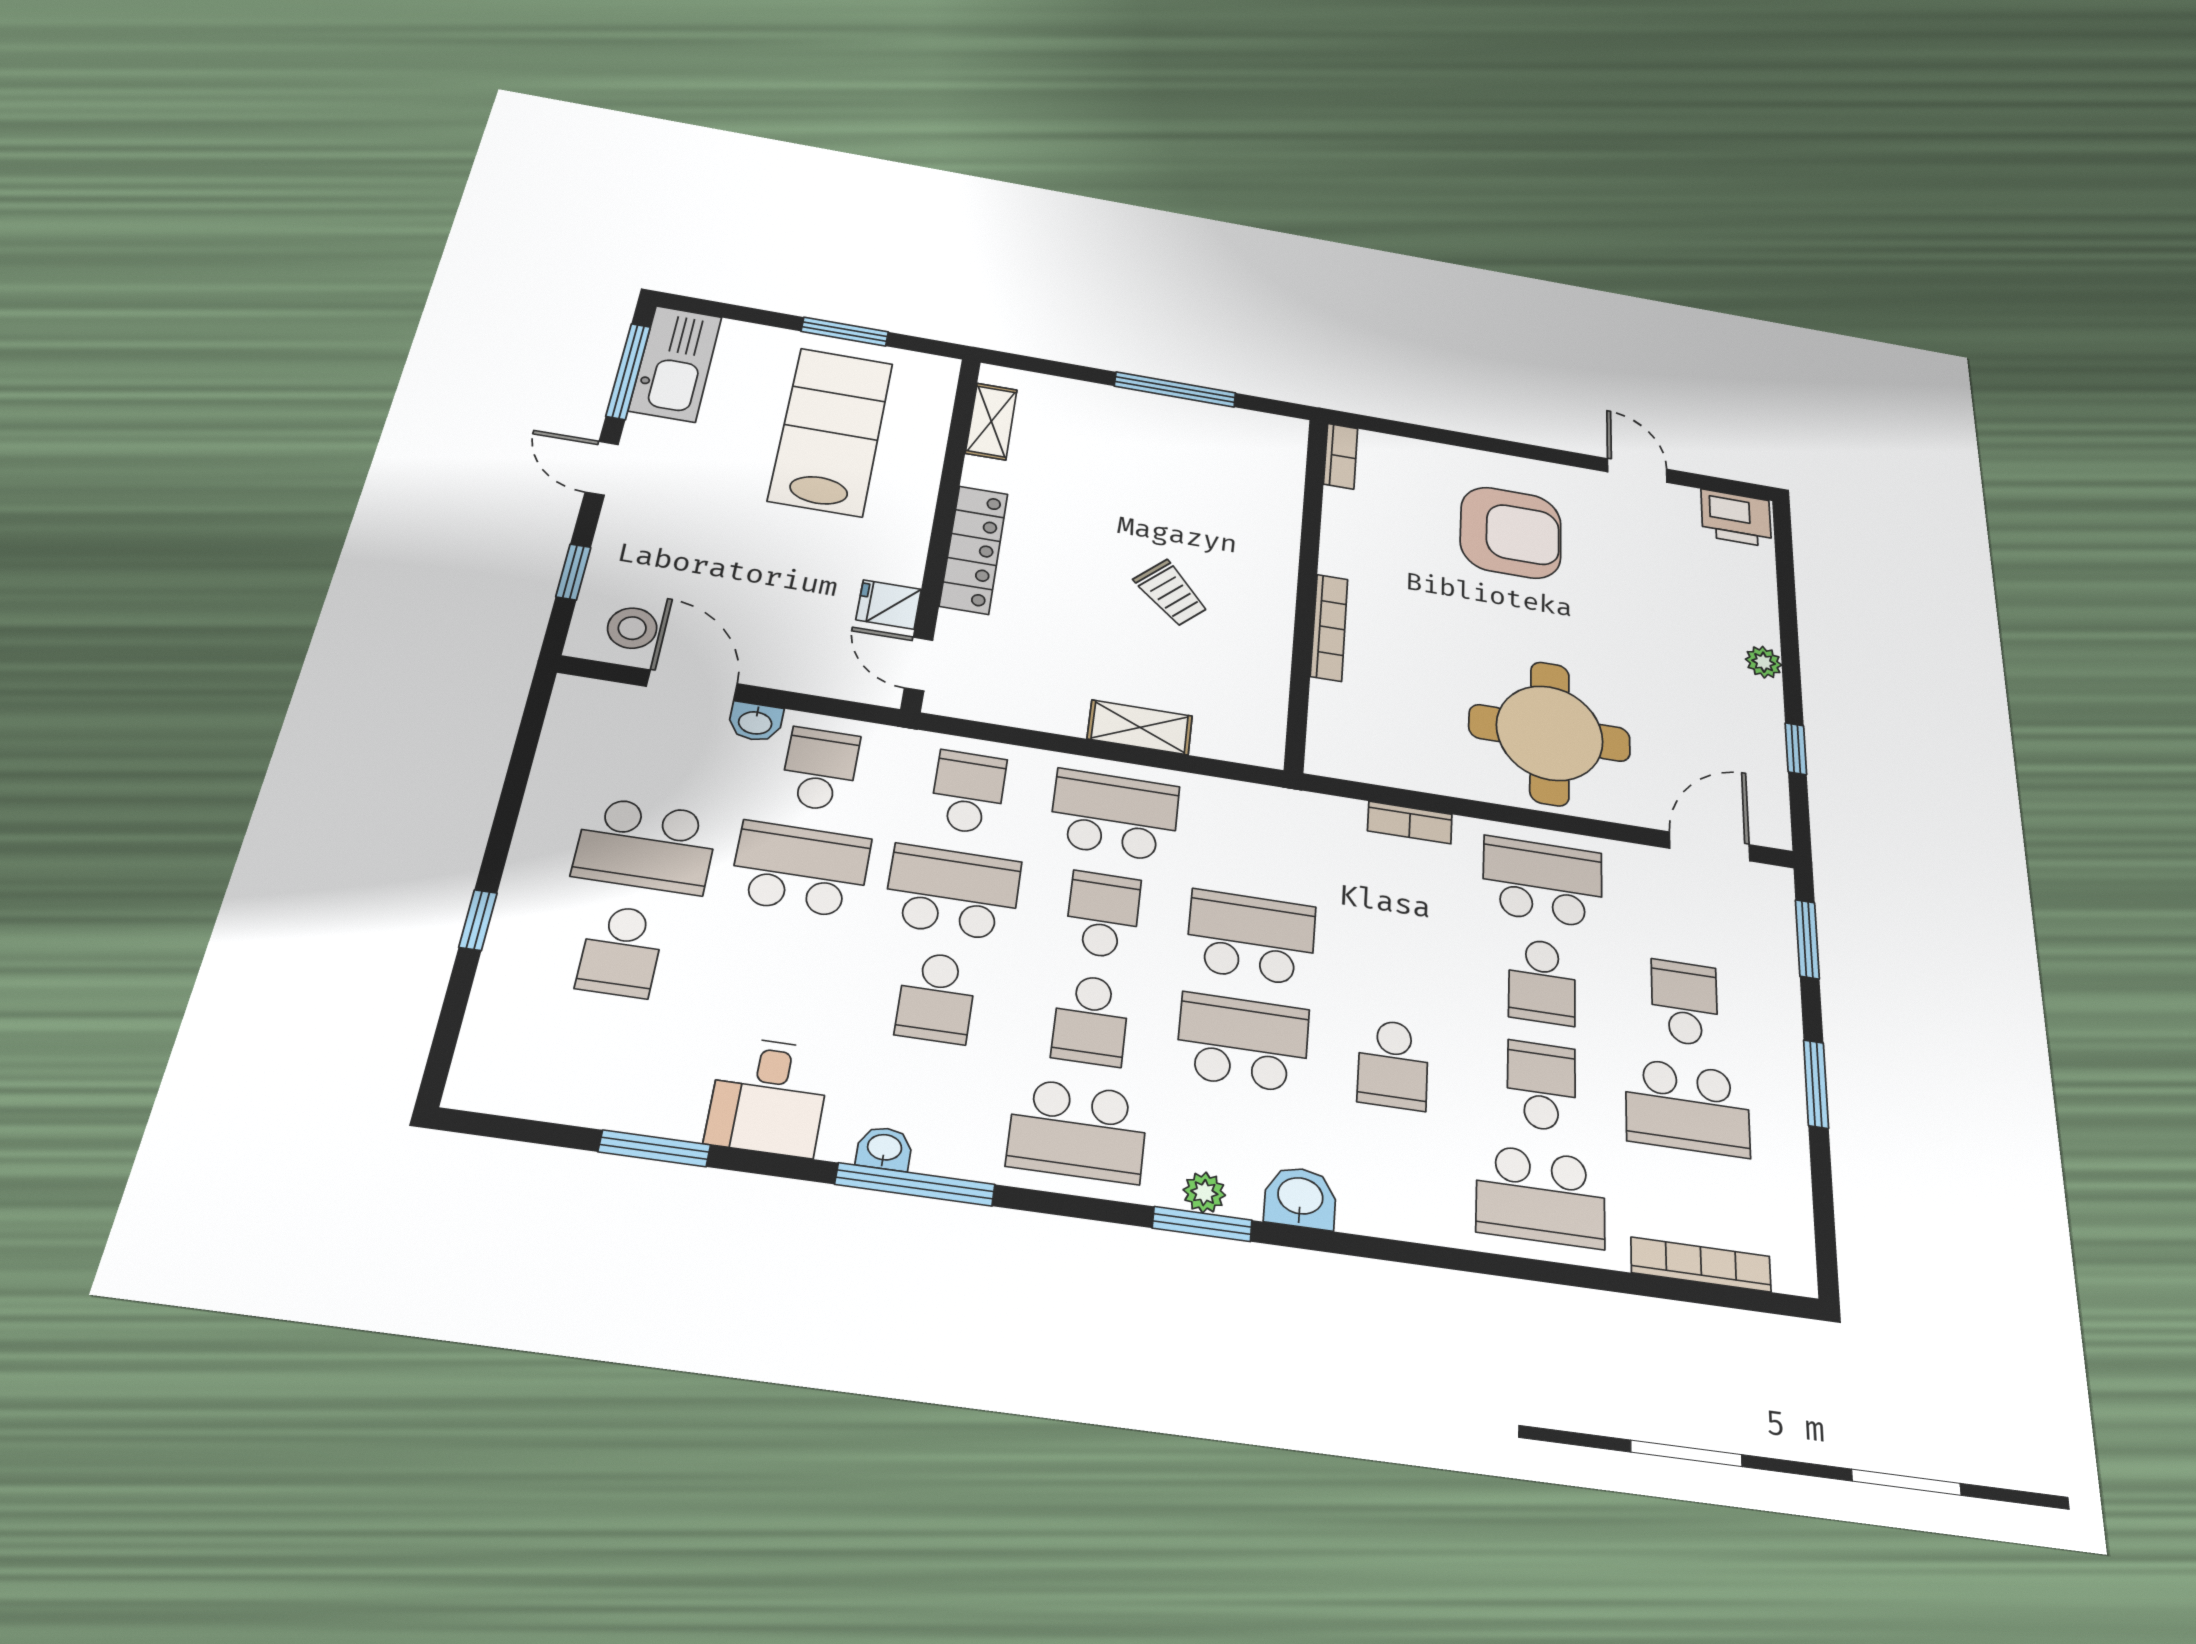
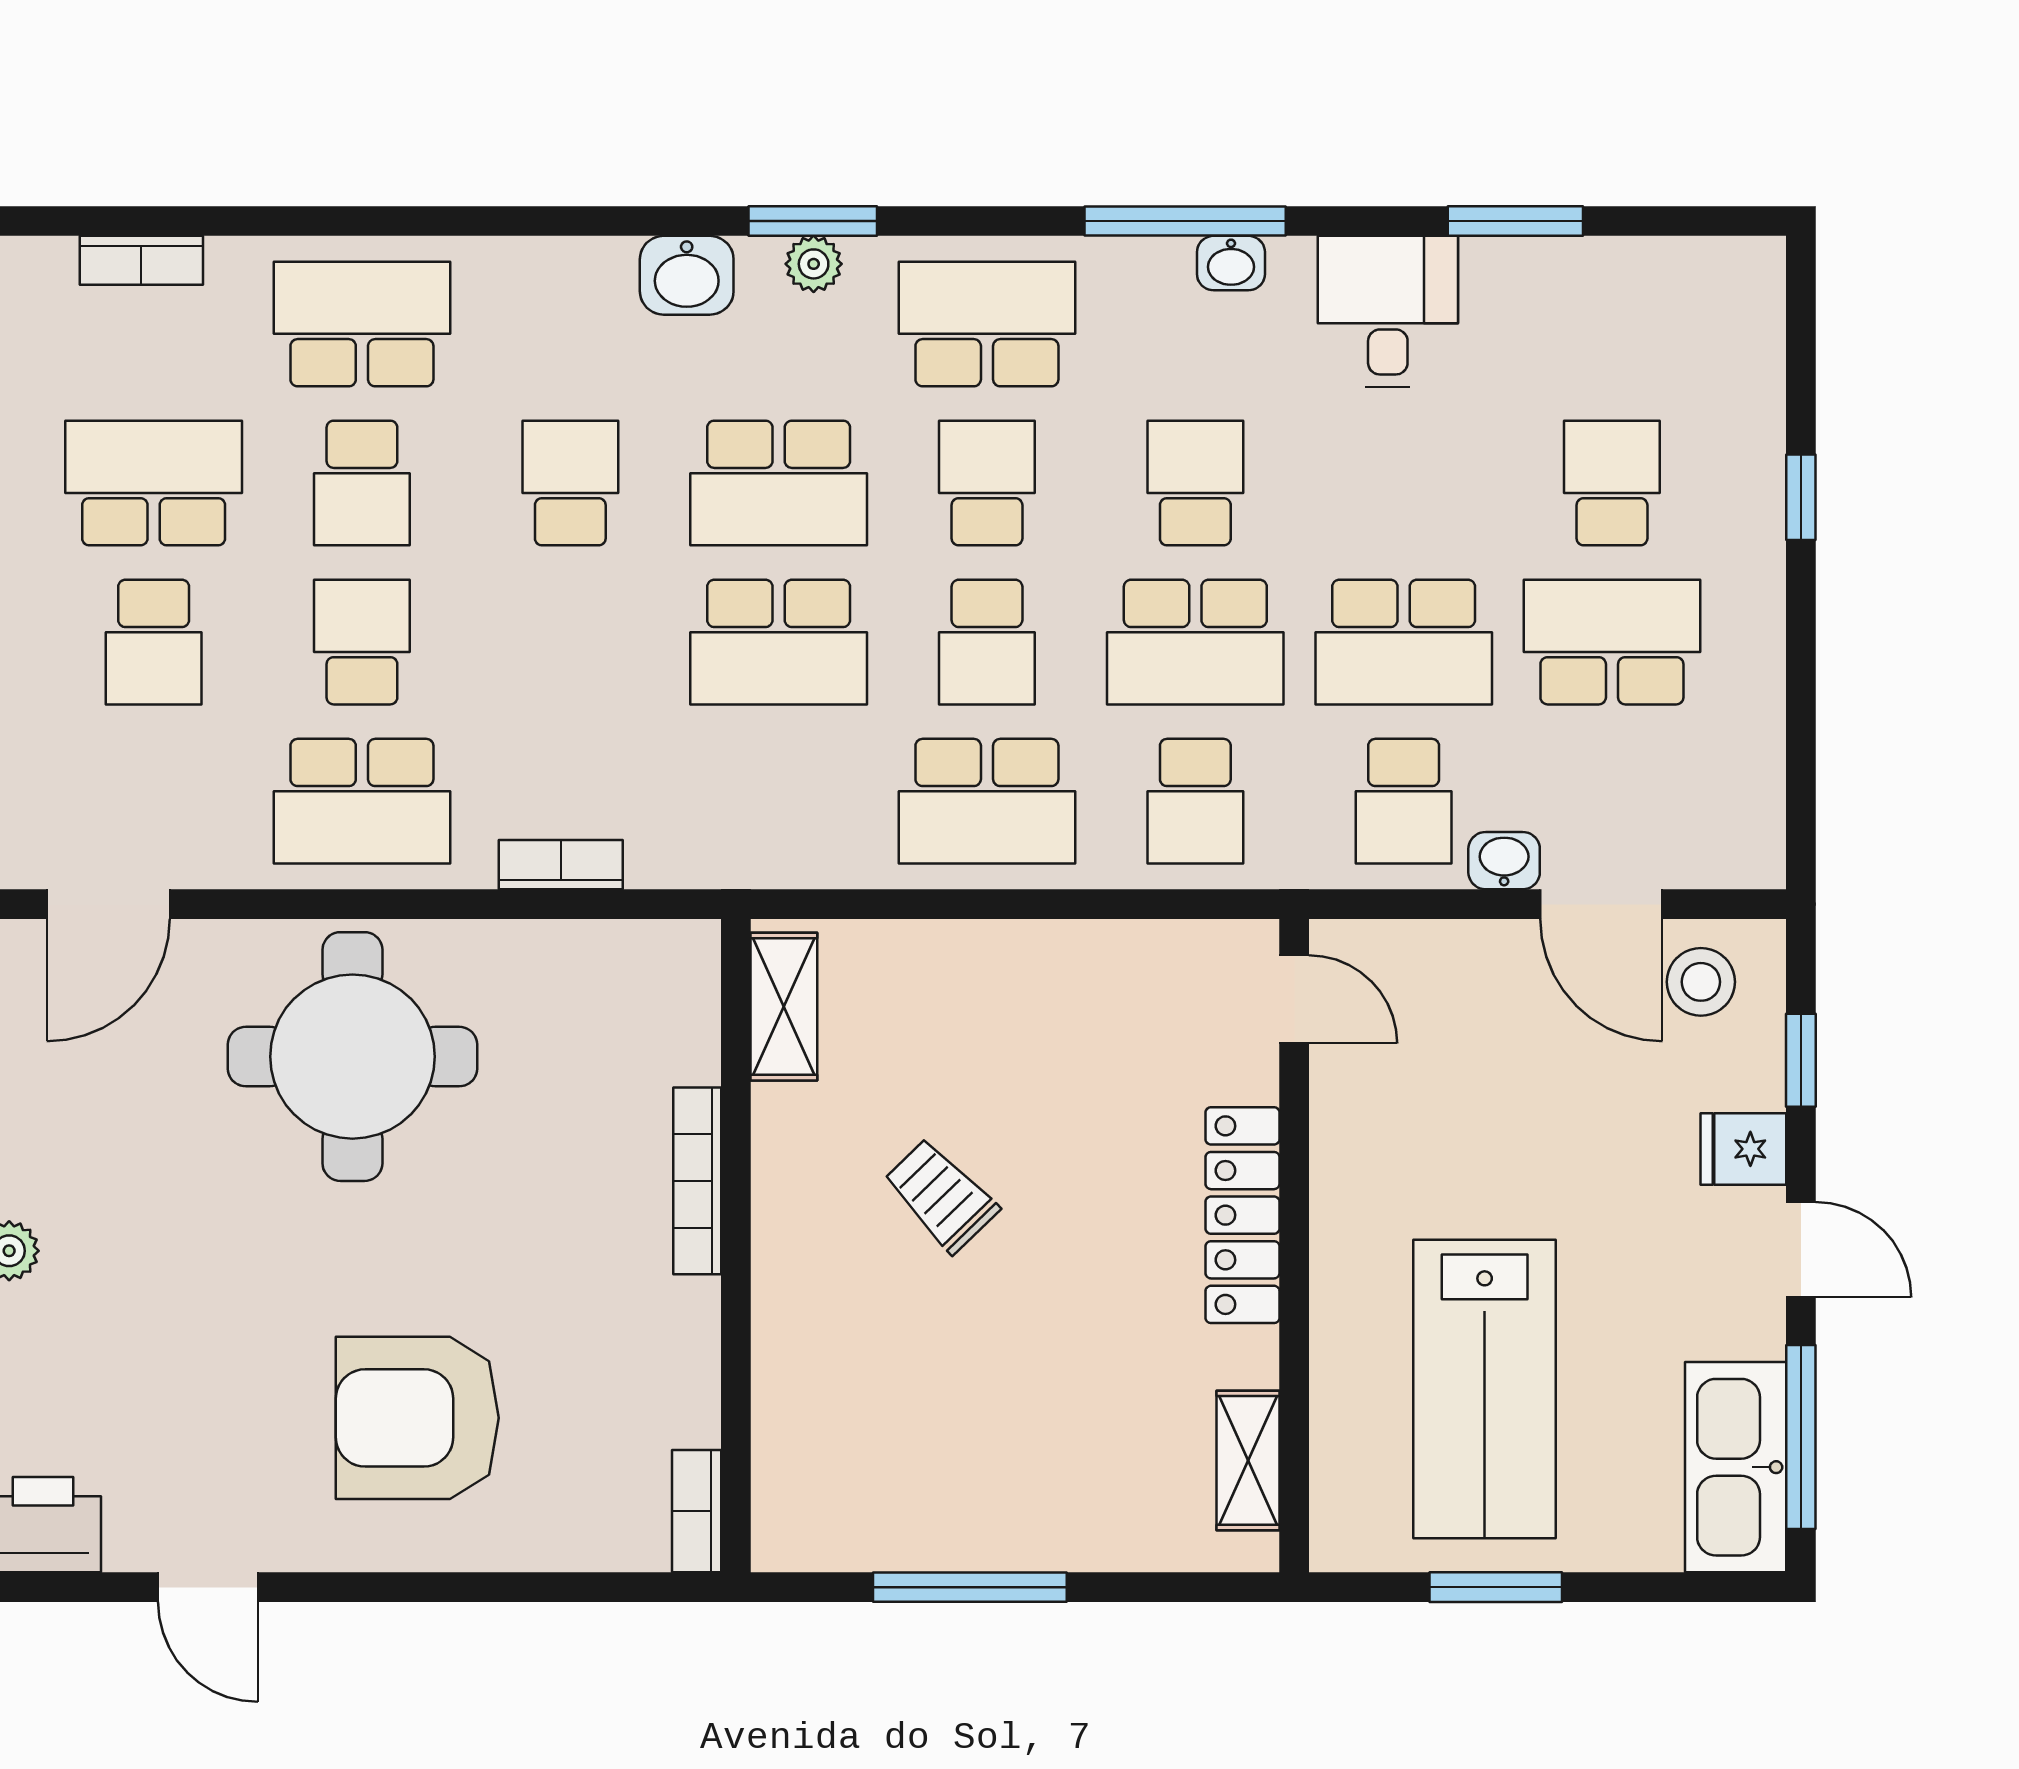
fridge: (889, 604) -> (1743, 1149), moved, turned 180
shelving: (1140, 727) -> (784, 1007), moved, turned 90
bookcase: (1701, 1264) -> (141, 260), width x0.64

